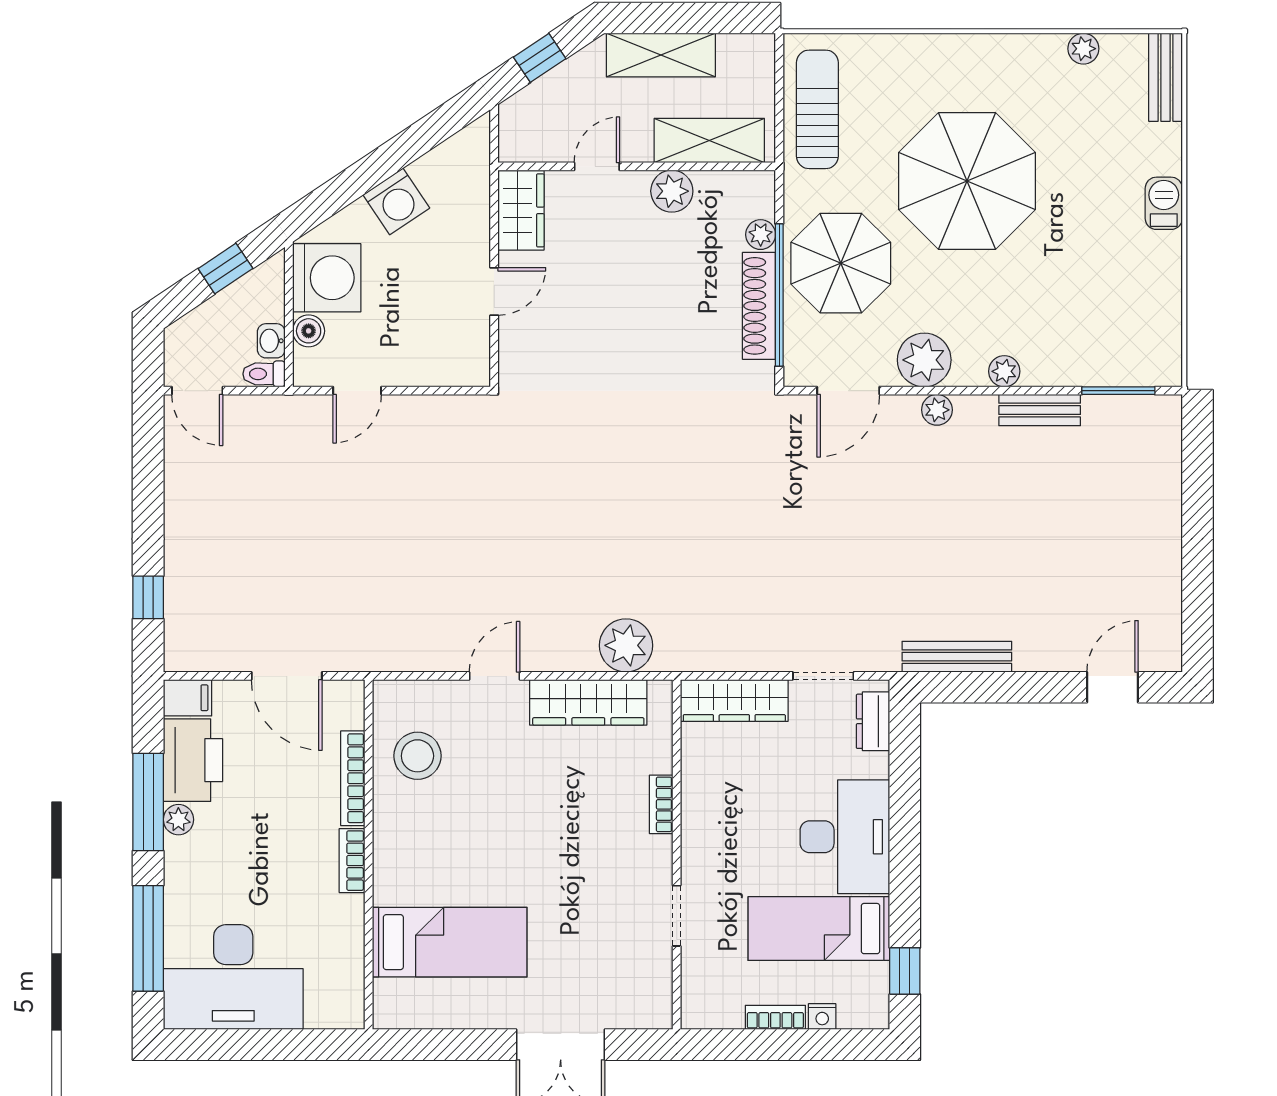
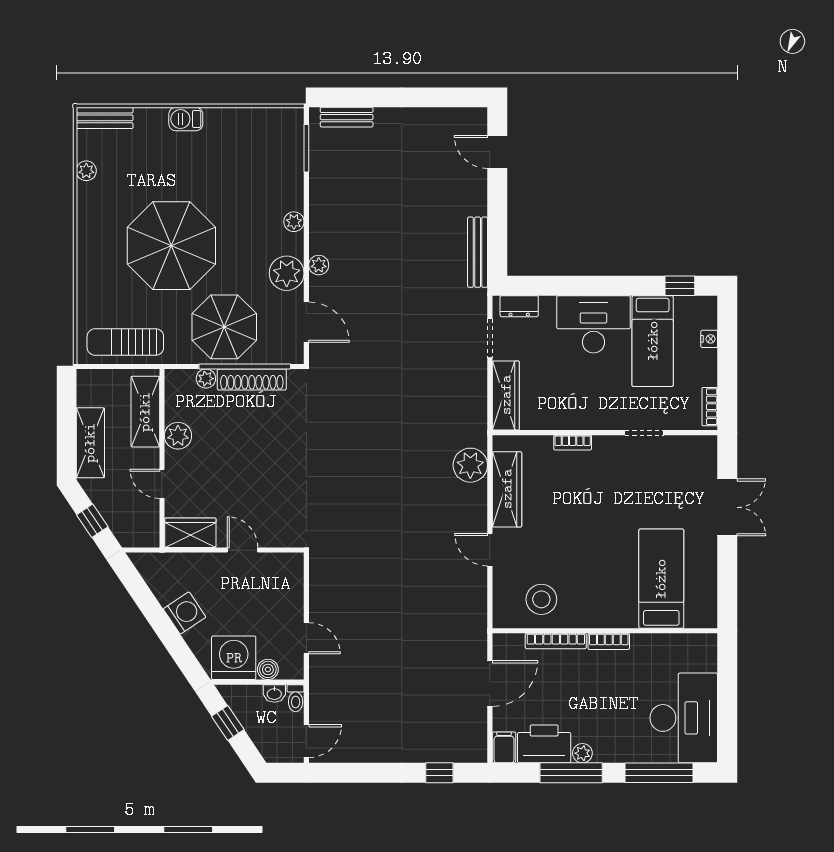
bench: (1040, 410) -> (347, 117), moved, turned 90
bookcase: (775, 1017) -> (710, 407), moved

